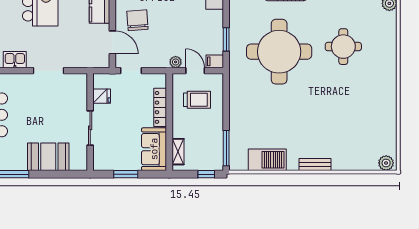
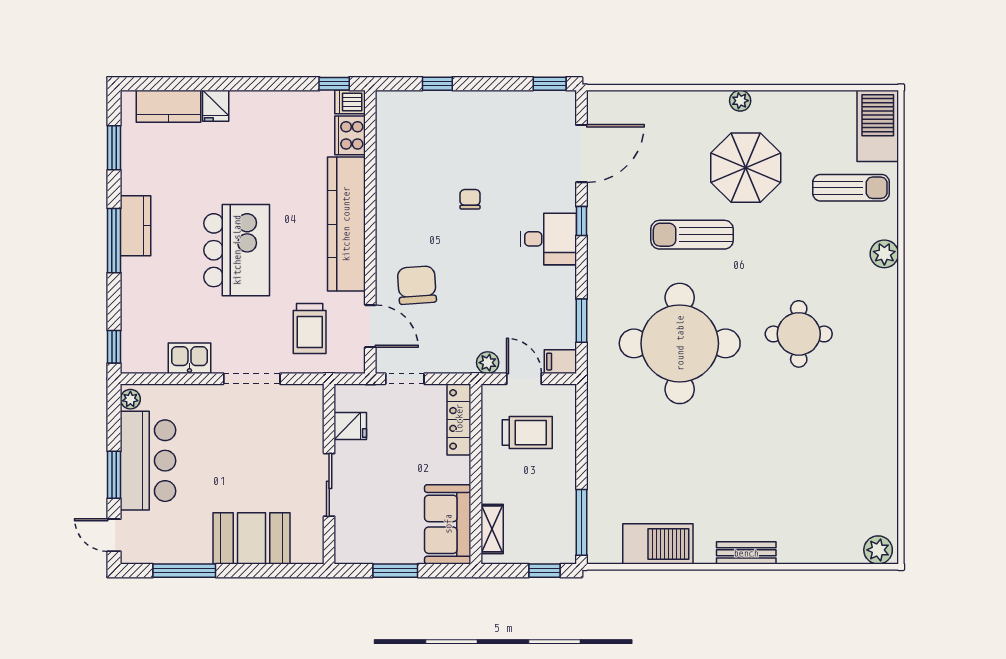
trolley: (80, 44) -> (310, 329), added
locker: (160, 107) -> (459, 419), moved

